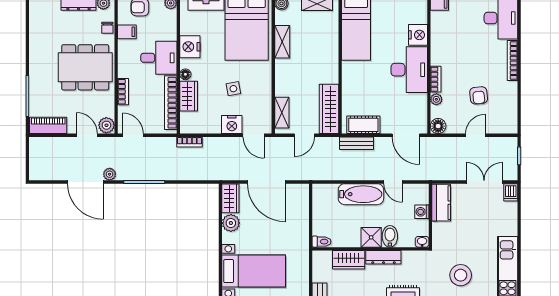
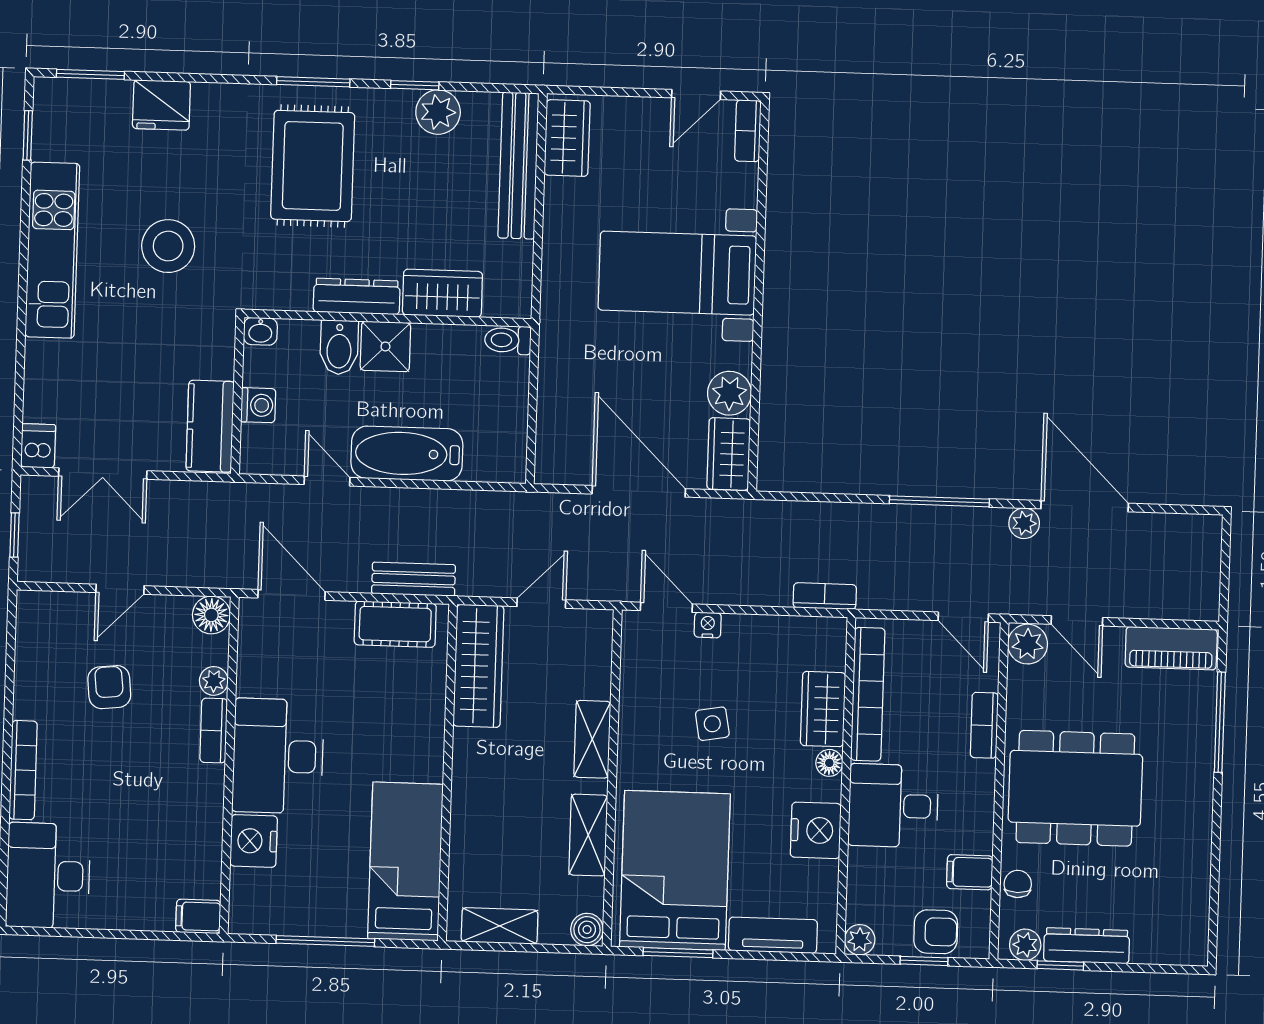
shelving: (282, 113) -> (592, 739), moved
nightstand: (232, 125) -> (708, 625), width x0.53, depth x0.56

